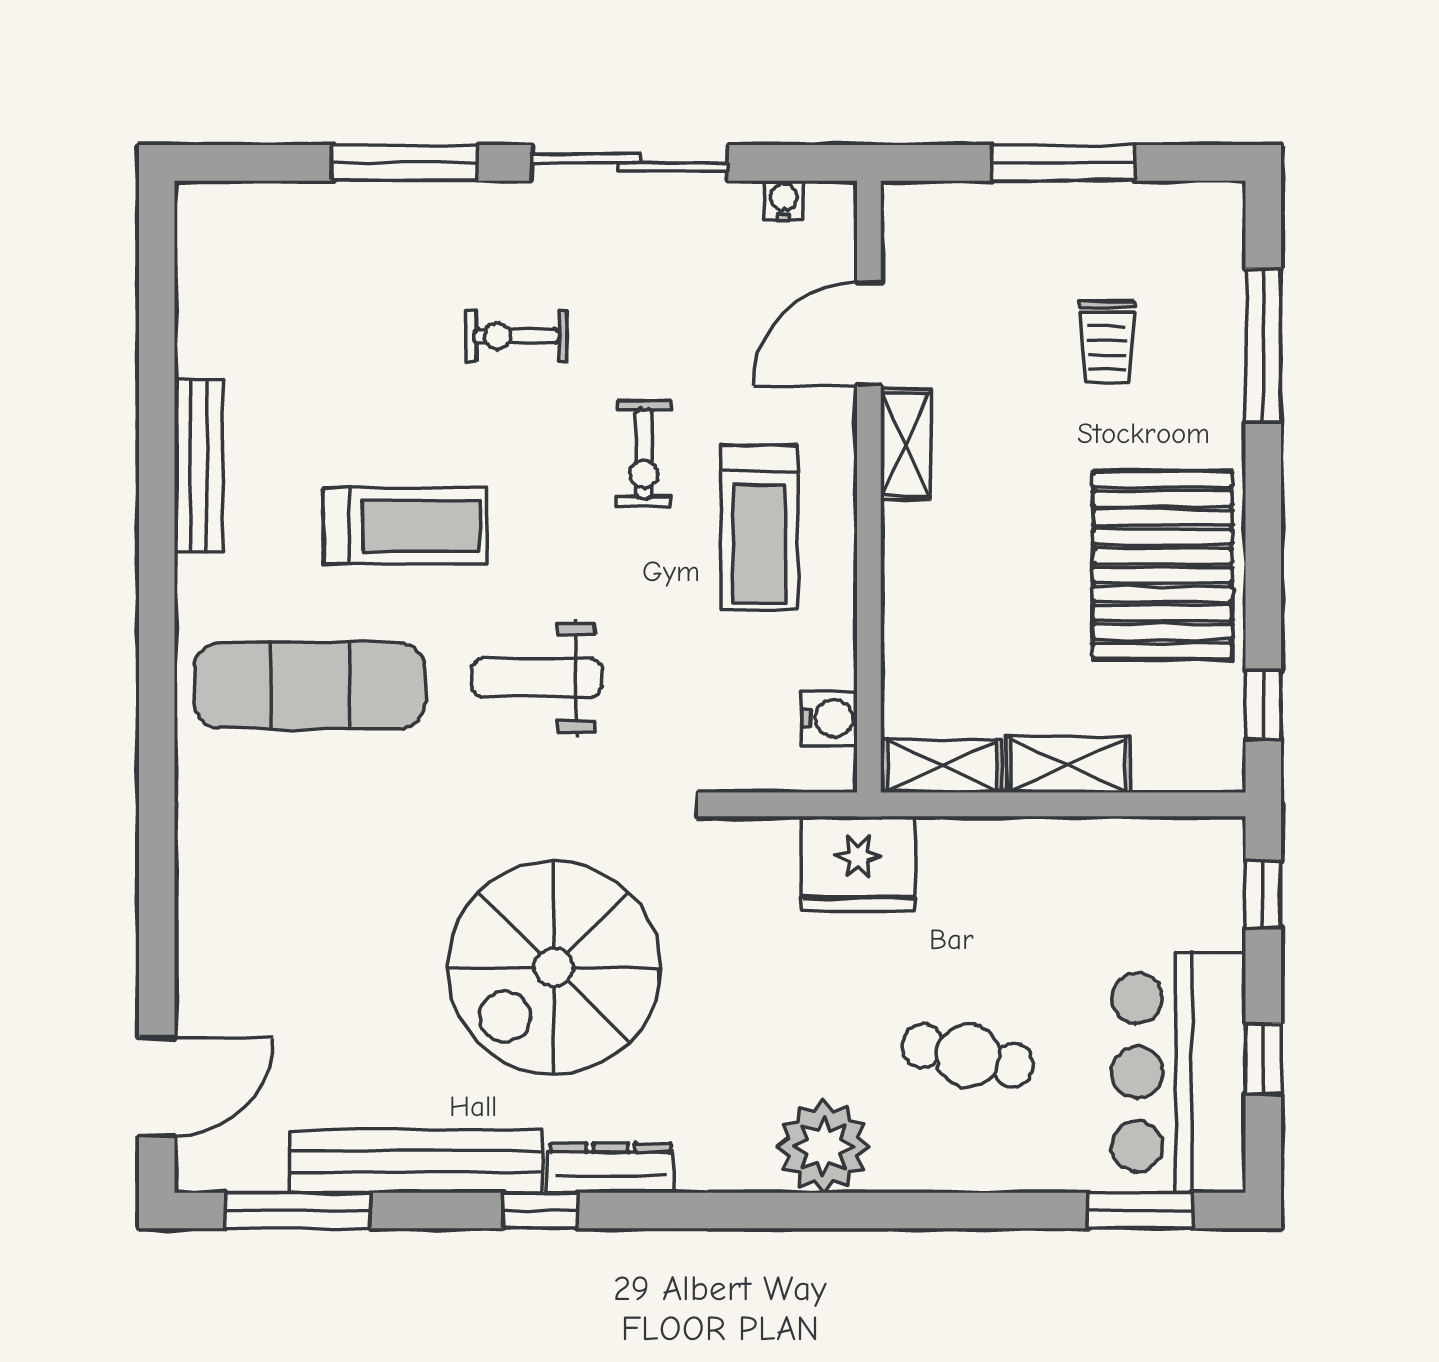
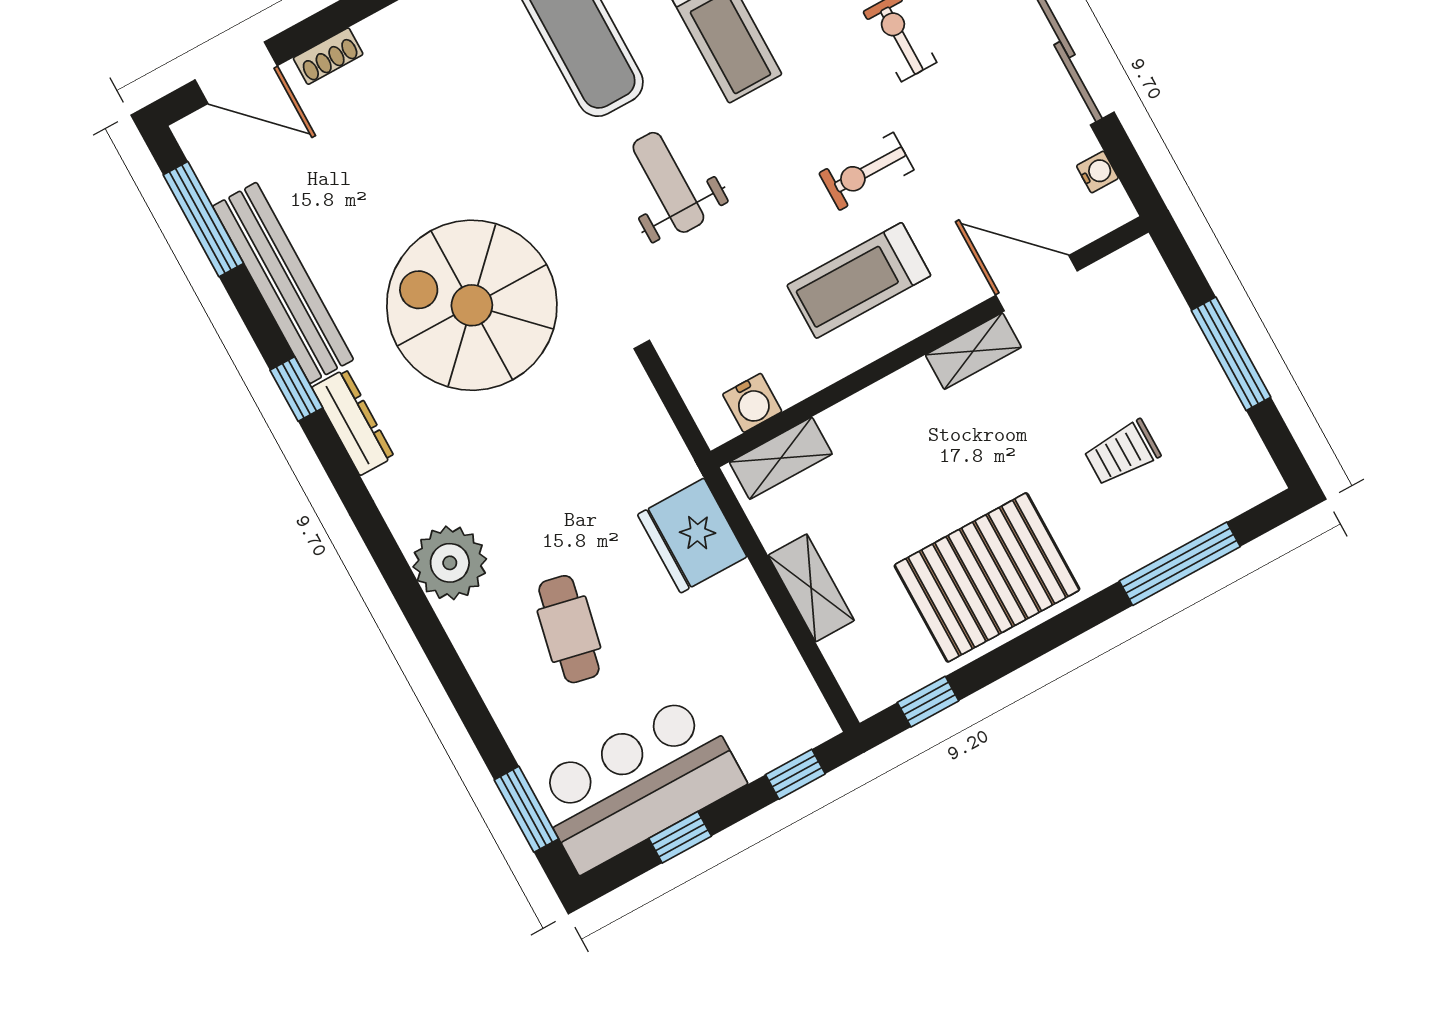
shelving: (942, 766) -> (781, 458), moved, turned 90
fridge: (858, 864) -> (692, 536), moved
shoe rack: (194, 975) -> (328, 56), added

